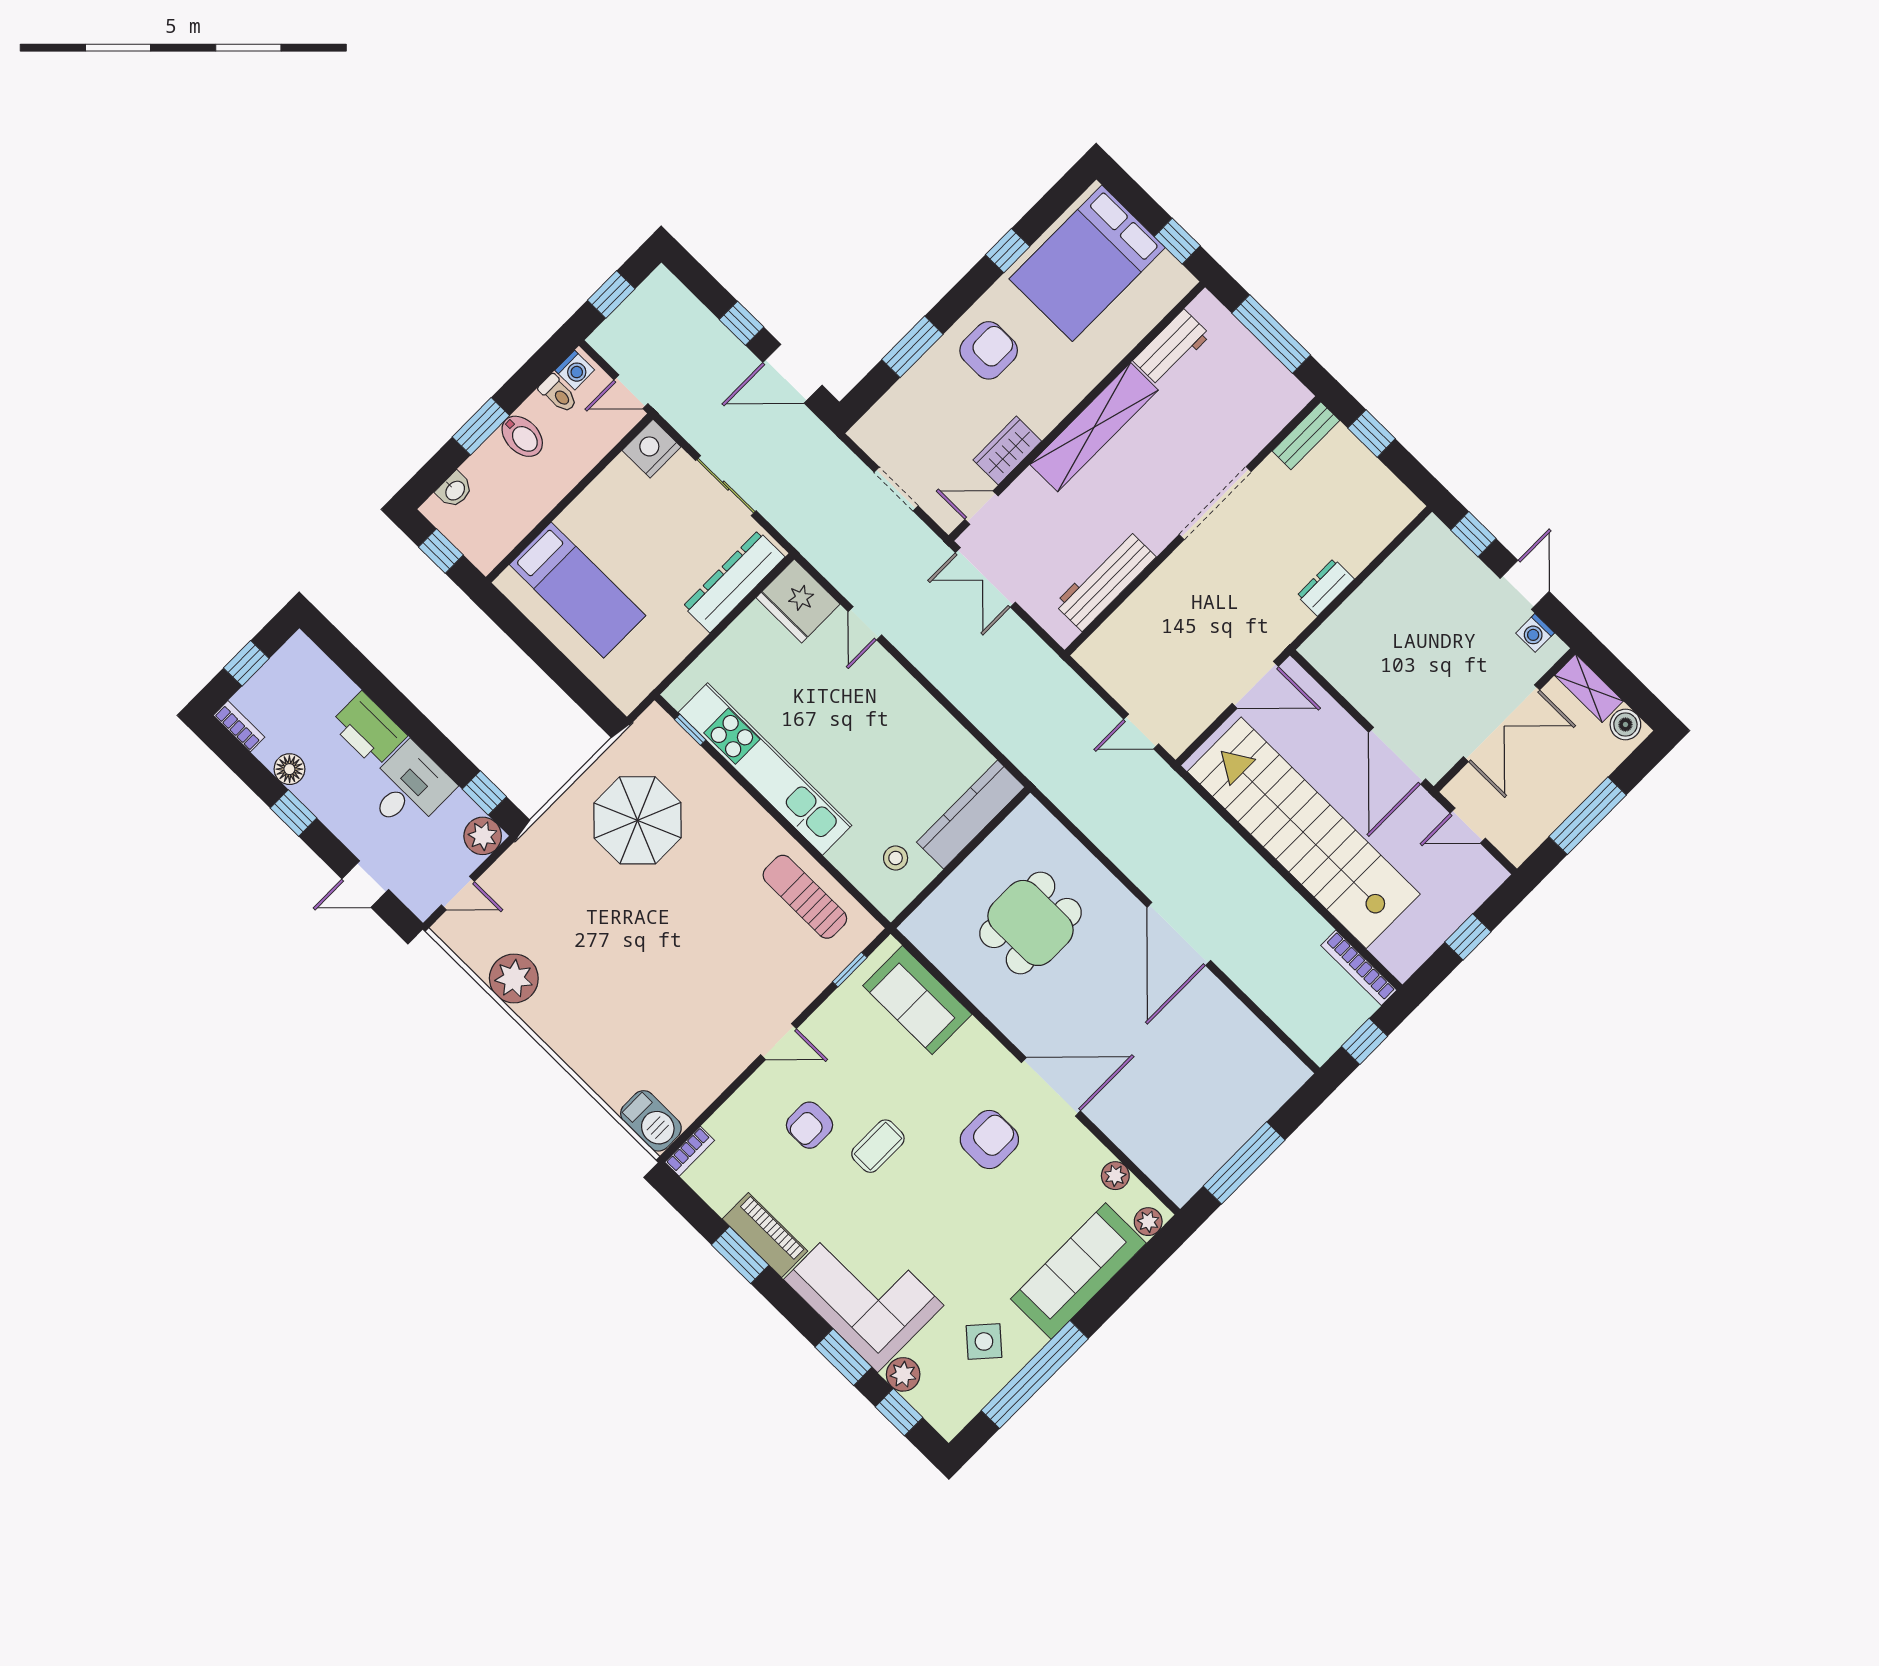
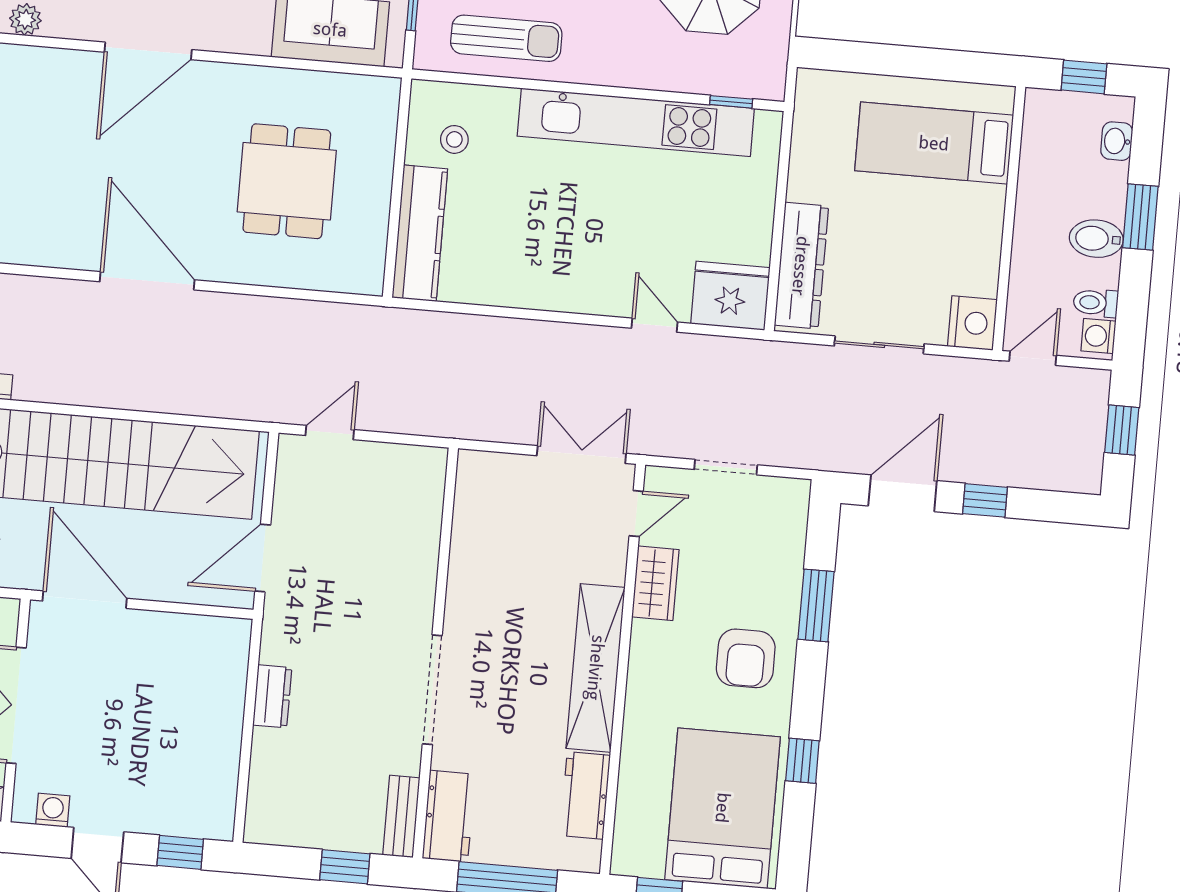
workbench: (1105, 580) -> (449, 816), moved, width x0.73

